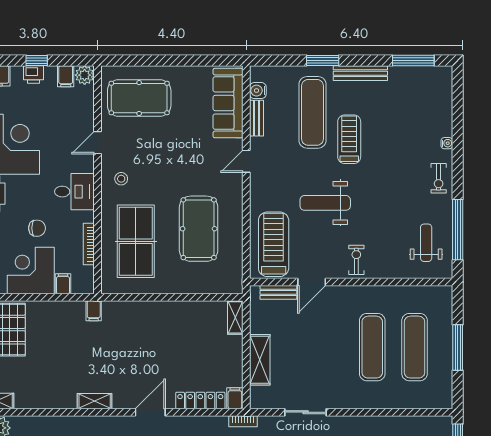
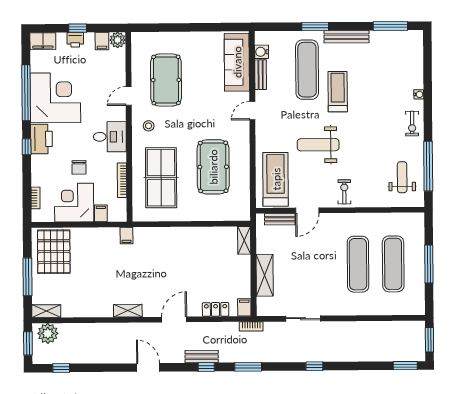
pool table: (139, 98) -> (166, 80), moved, turned 90
chair: (37, 228) -> (79, 167), turned 90
locker: (200, 400) -> (216, 309), width x0.66

